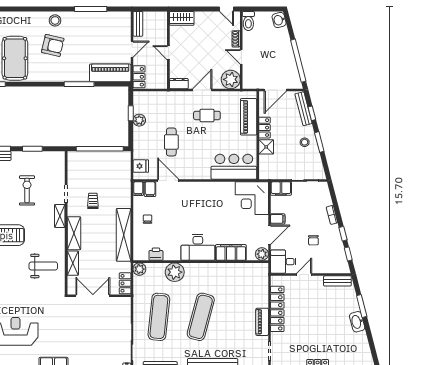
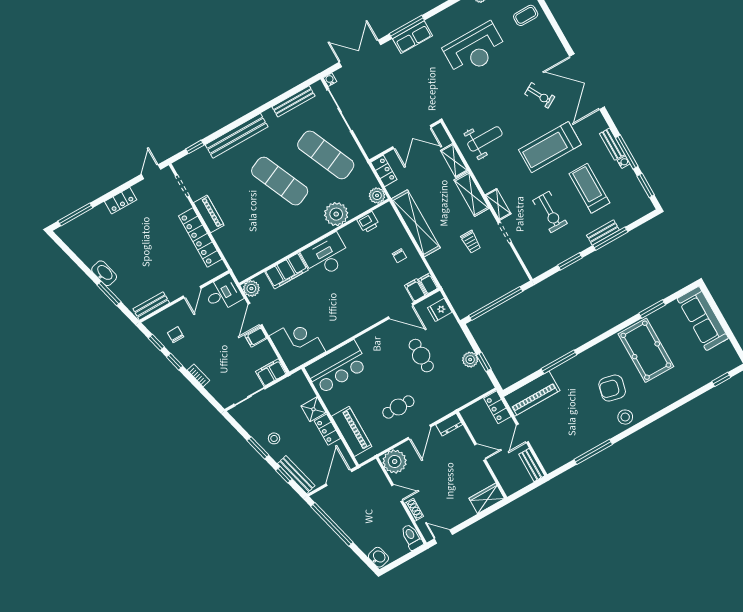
chair: (313, 240) -> (176, 335), moved
weight bench: (43, 266) -> (485, 139), turned 180
exercise mat: (159, 317) -> (326, 155), turned -30
exercise mat: (201, 317) -> (280, 181), turned -39

